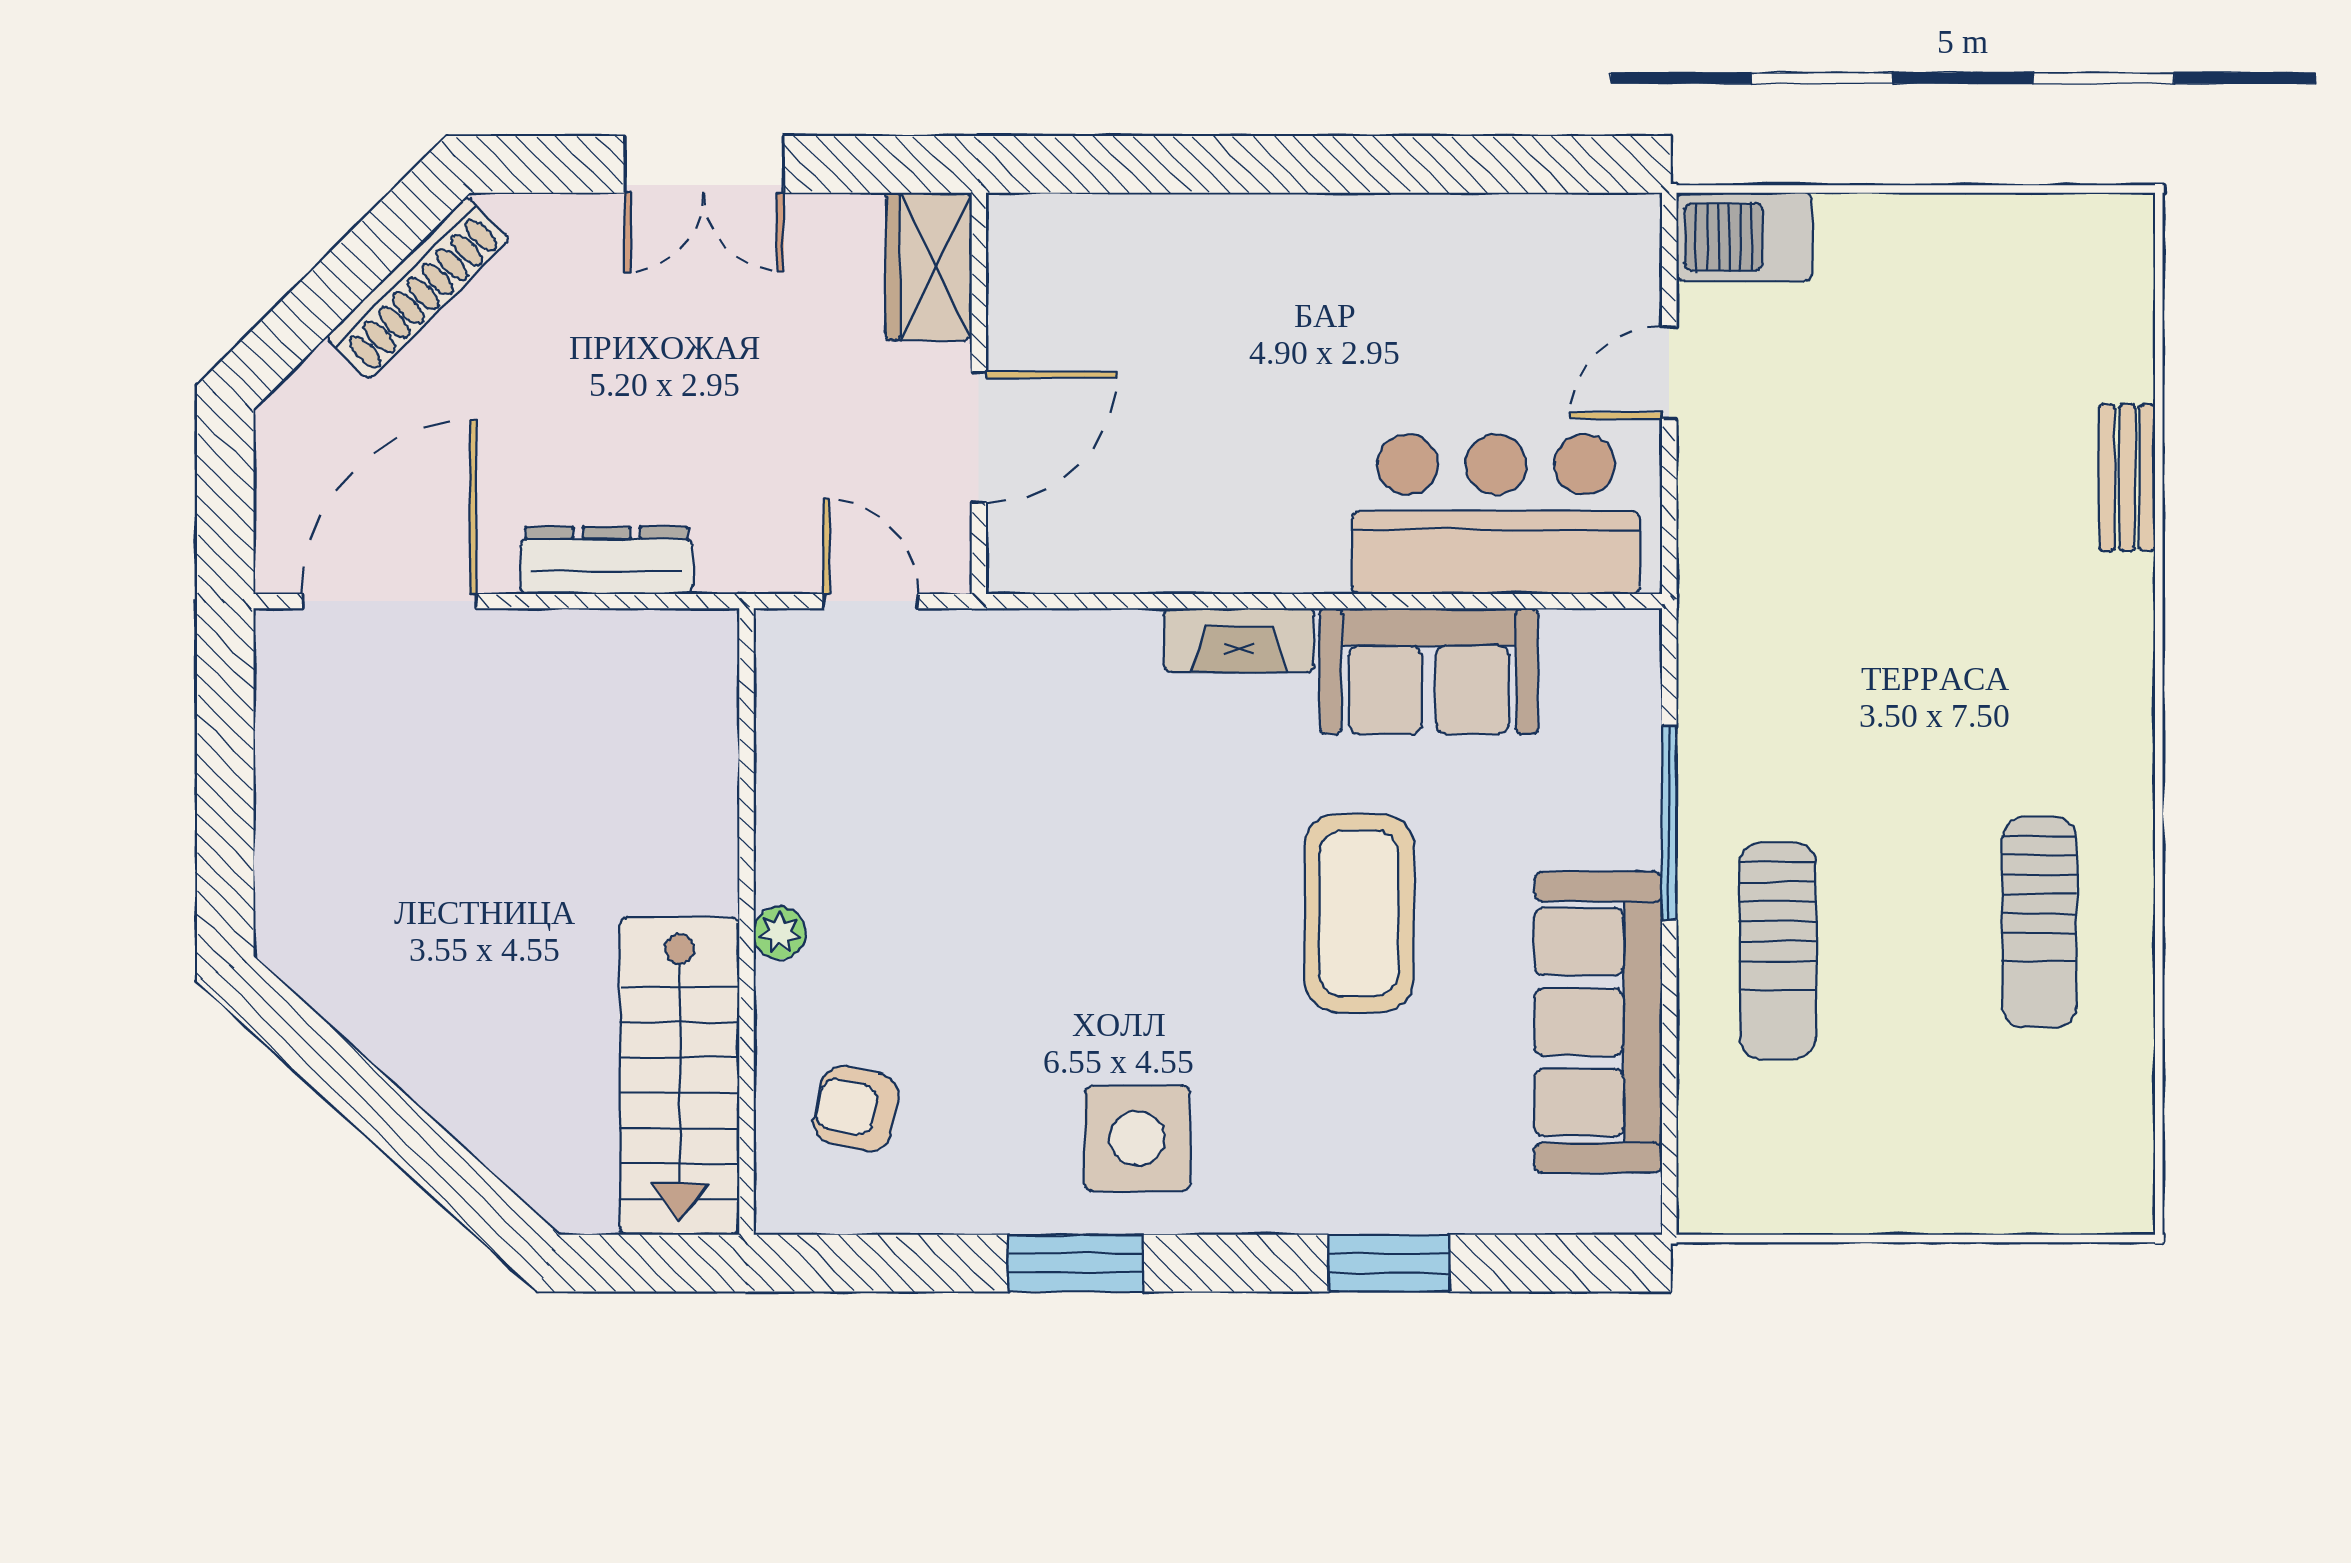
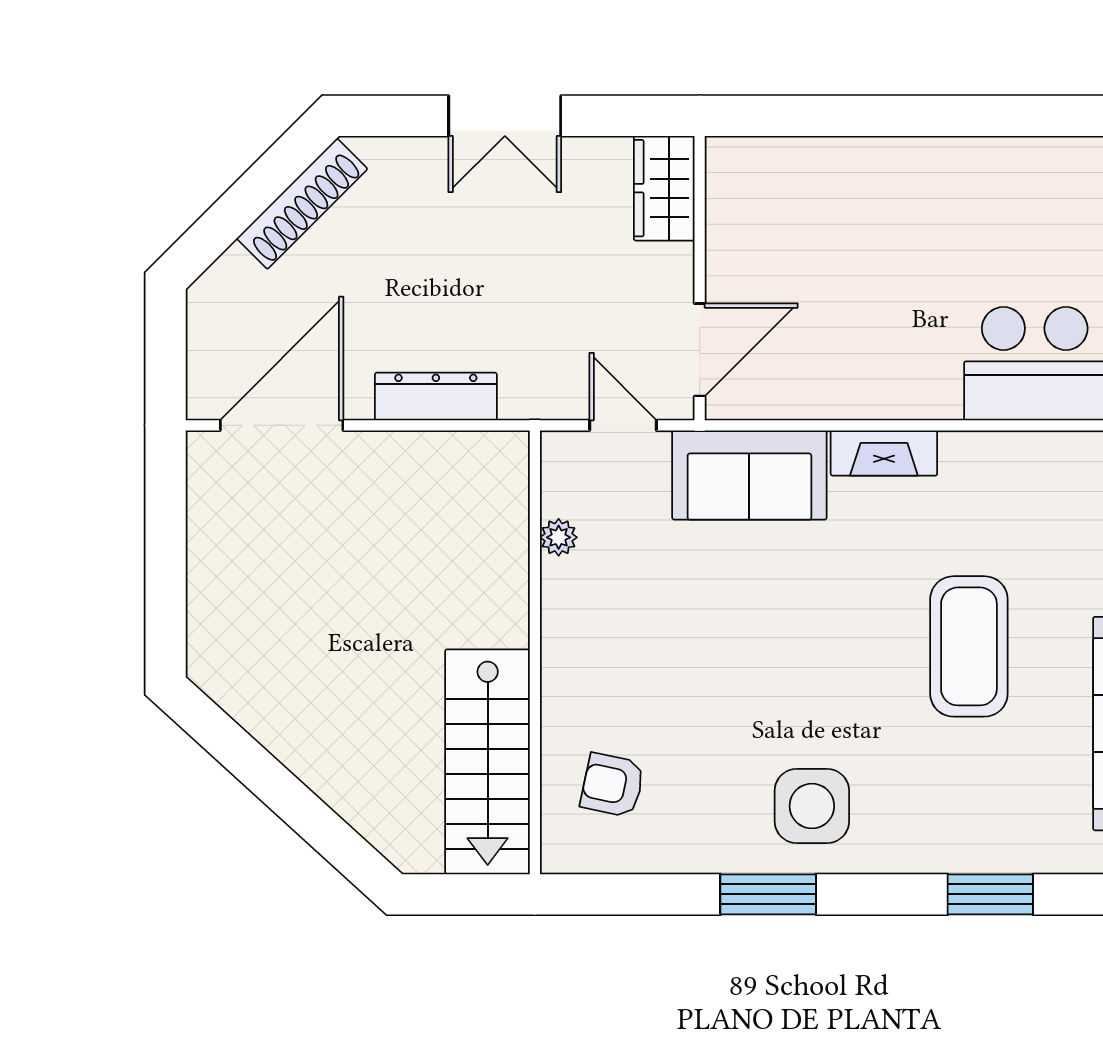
door: (979, 437) -> (700, 350), moved
sofa: (1429, 671) -> (749, 475), moved
plant: (780, 933) -> (559, 537), moved

